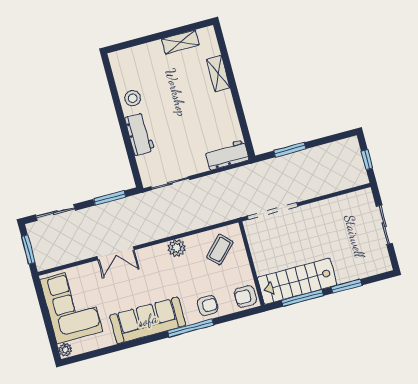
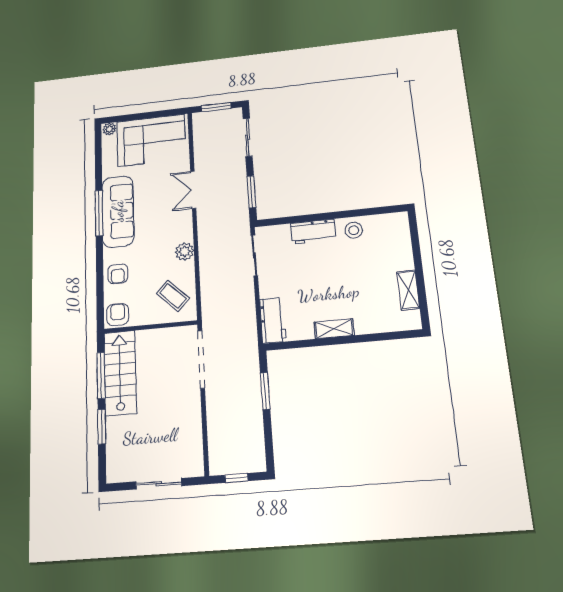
shelving: (218, 74) -> (334, 329), moved
window: (191, 328) -> (99, 213), moved

